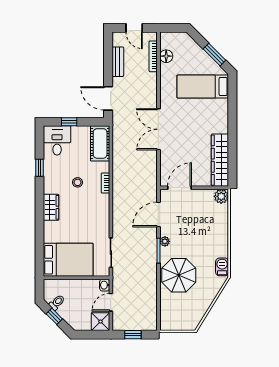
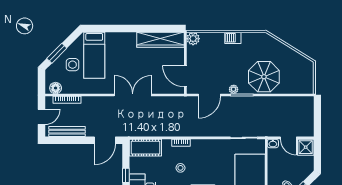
window: (214, 55) -> (57, 53), moved
floor lamp: (166, 56) -> (56, 88), moved
bench: (118, 62) -> (67, 132), width x1.36
side table: (192, 62) -> (72, 65), added
double door: (158, 129) -> (133, 95), swing flipped
door: (158, 214) -> (209, 95), hinge flipped
barbecue: (222, 267) -> (233, 38), moved
window: (133, 335) -> (317, 118), removed

